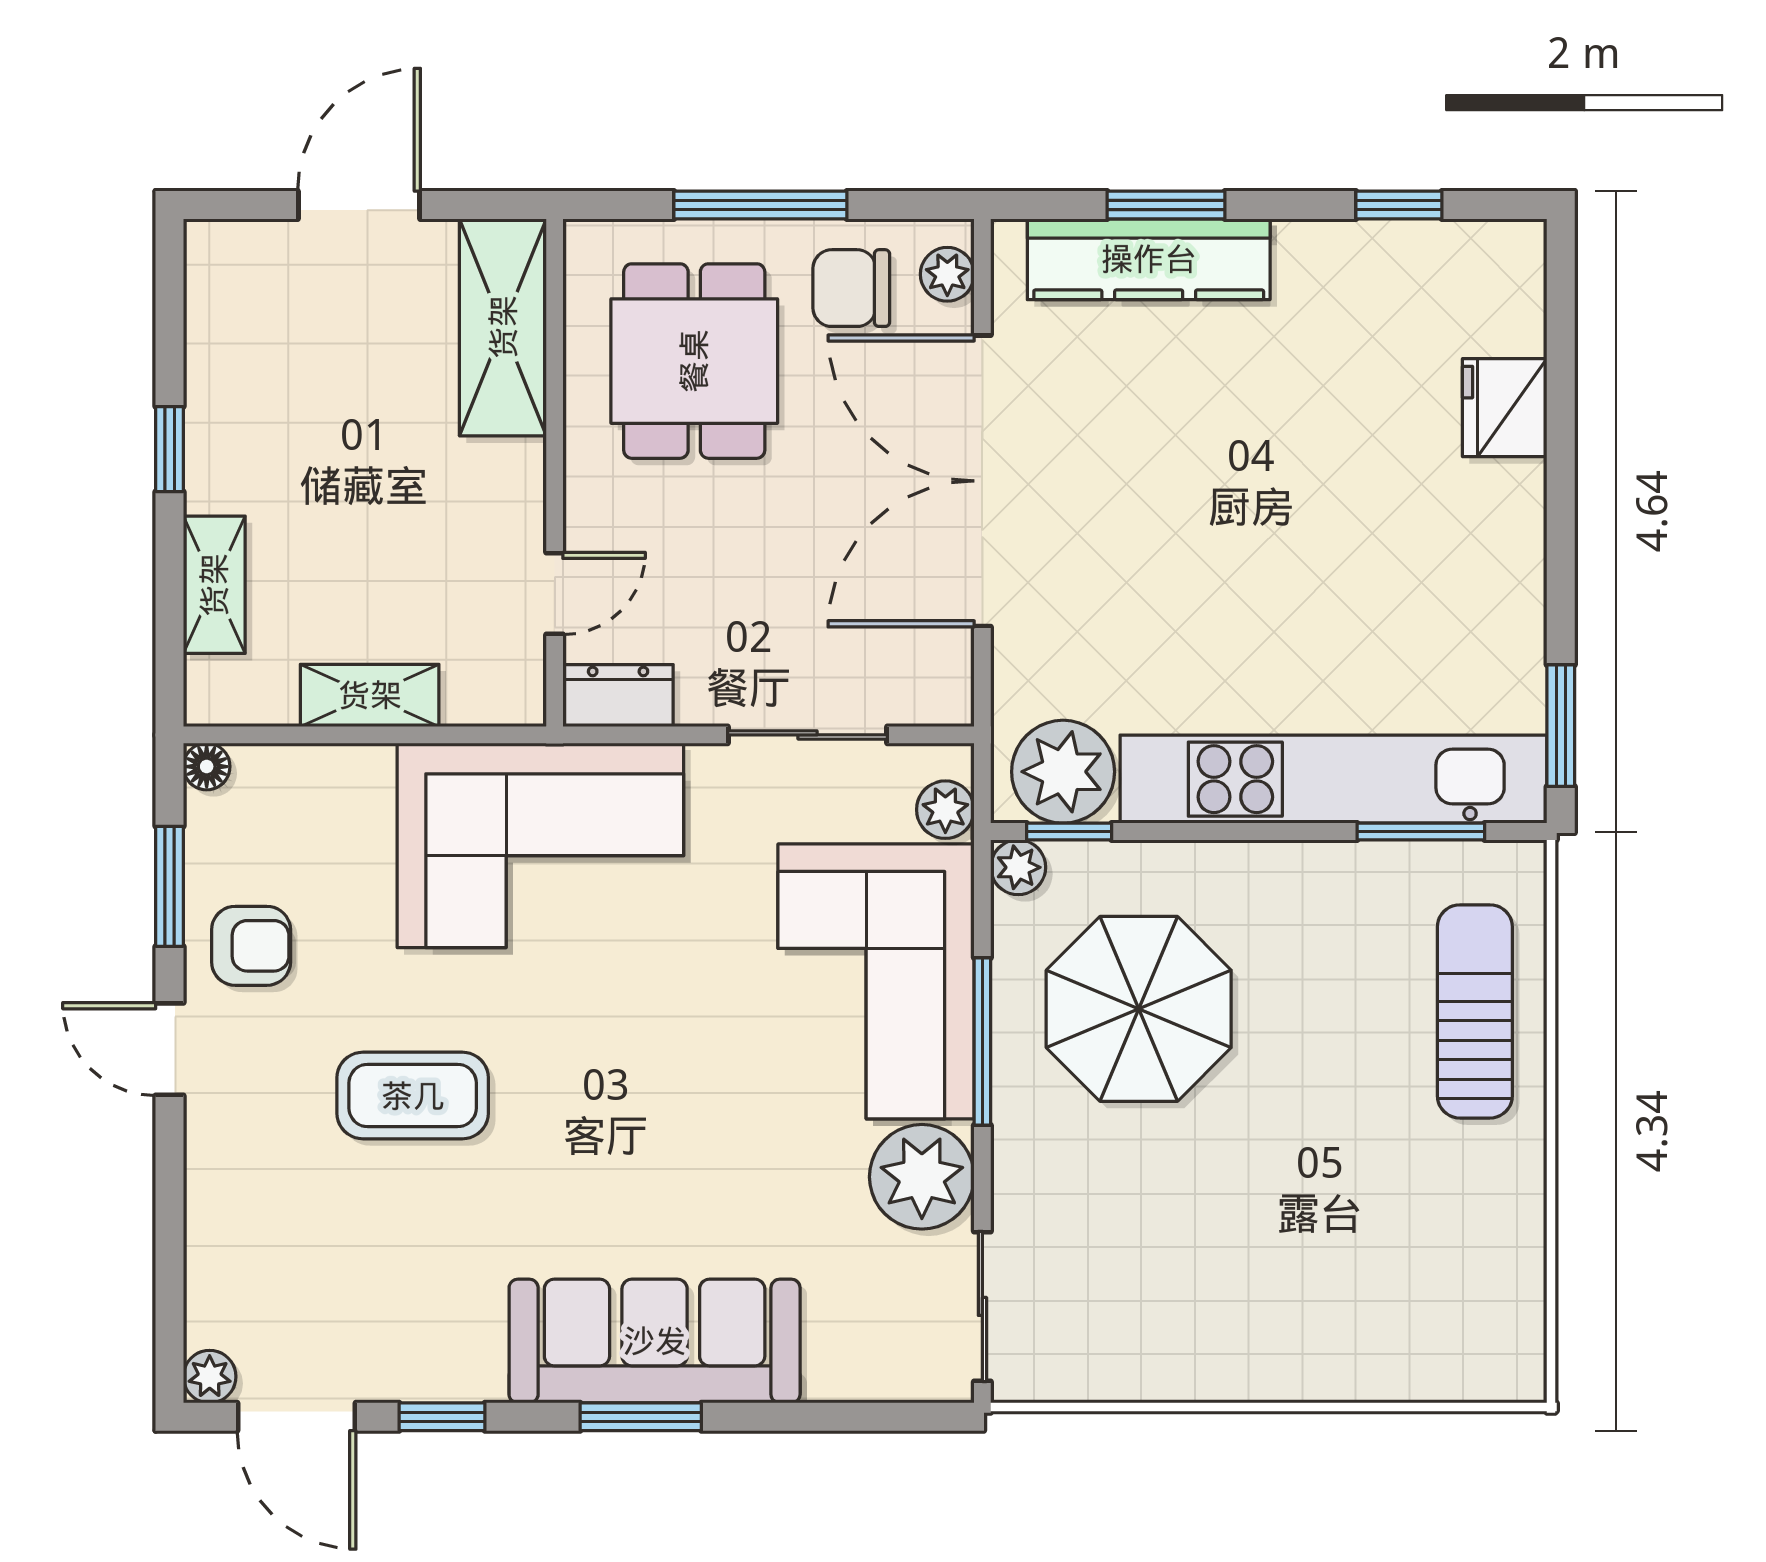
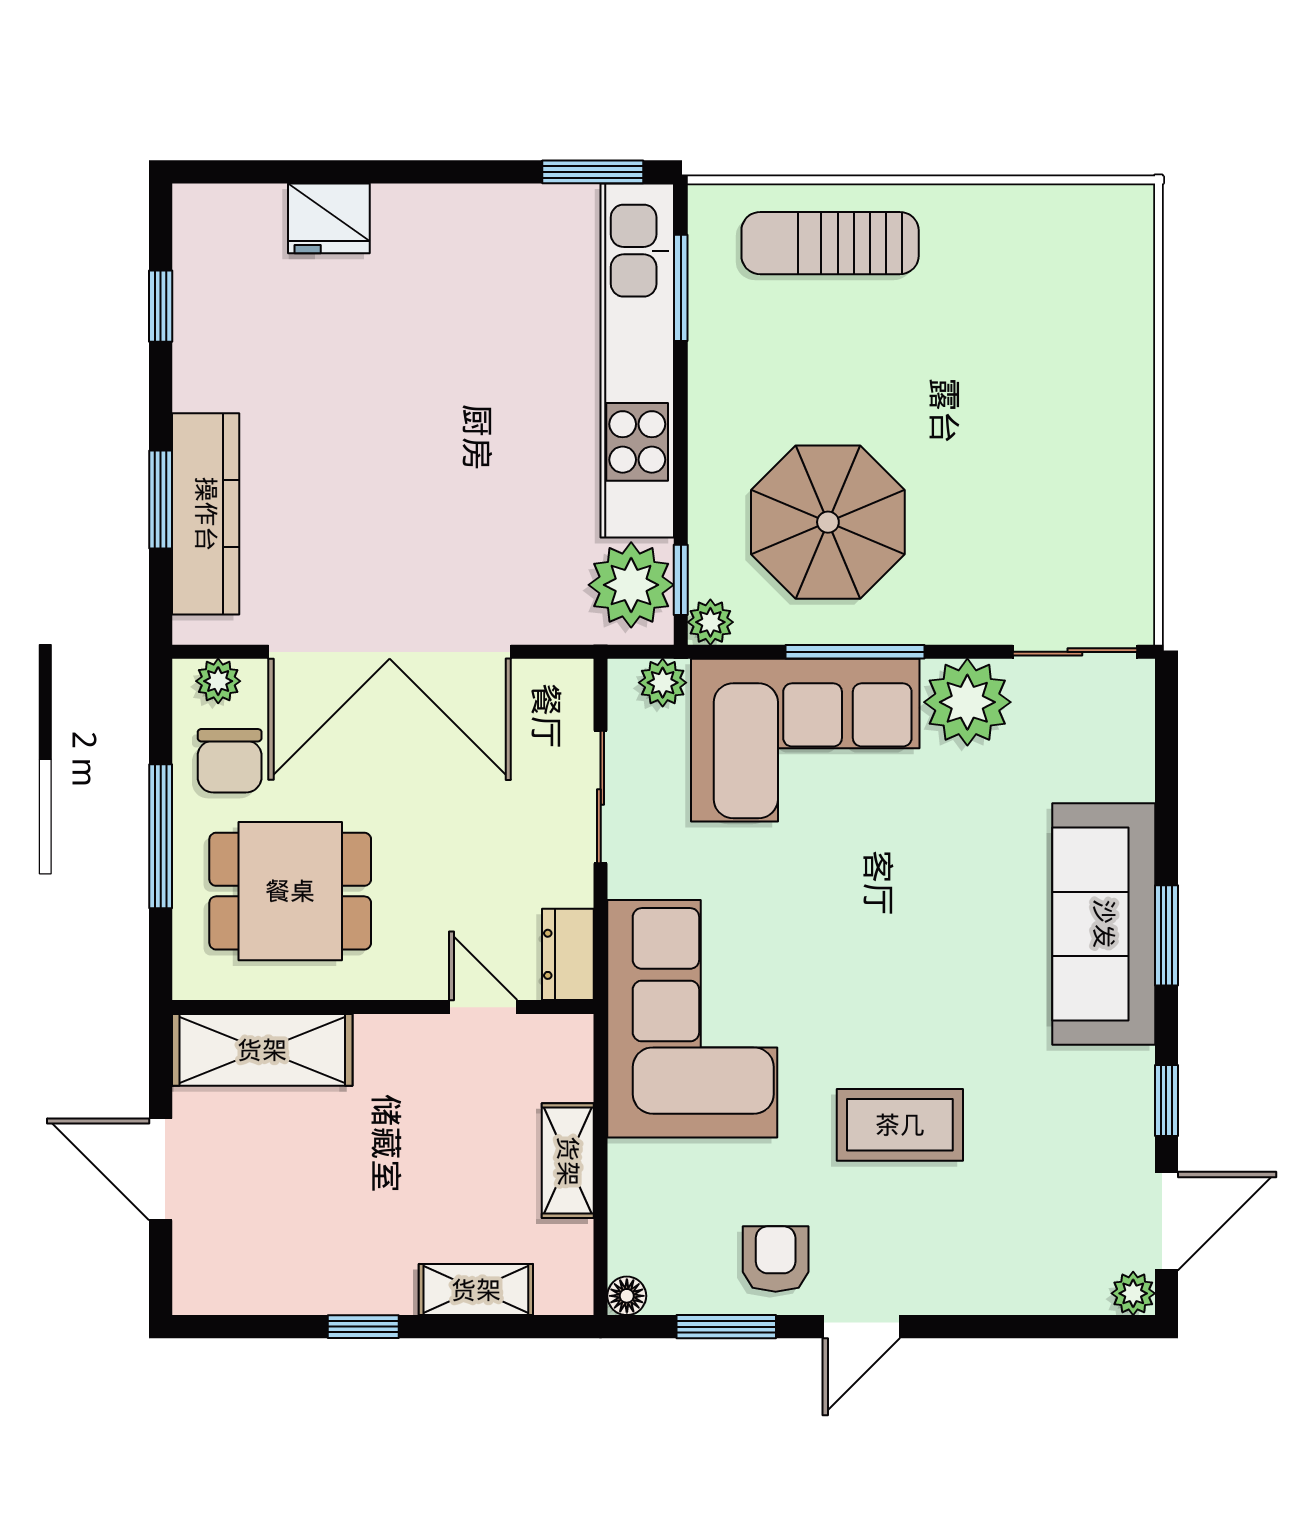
coffee table: (413, 1096) -> (900, 1125), turned 90

